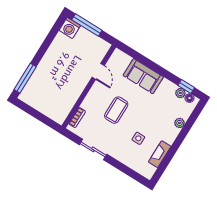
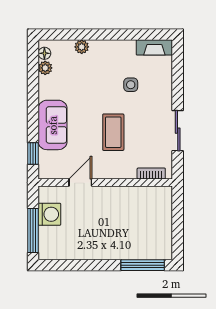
washing machine: (70, 28) -> (49, 214), moved
window: (186, 87) -> (33, 154), moved
coffee table: (116, 110) -> (113, 132), turned 90
fireplace: (160, 154) -> (154, 47), moved

